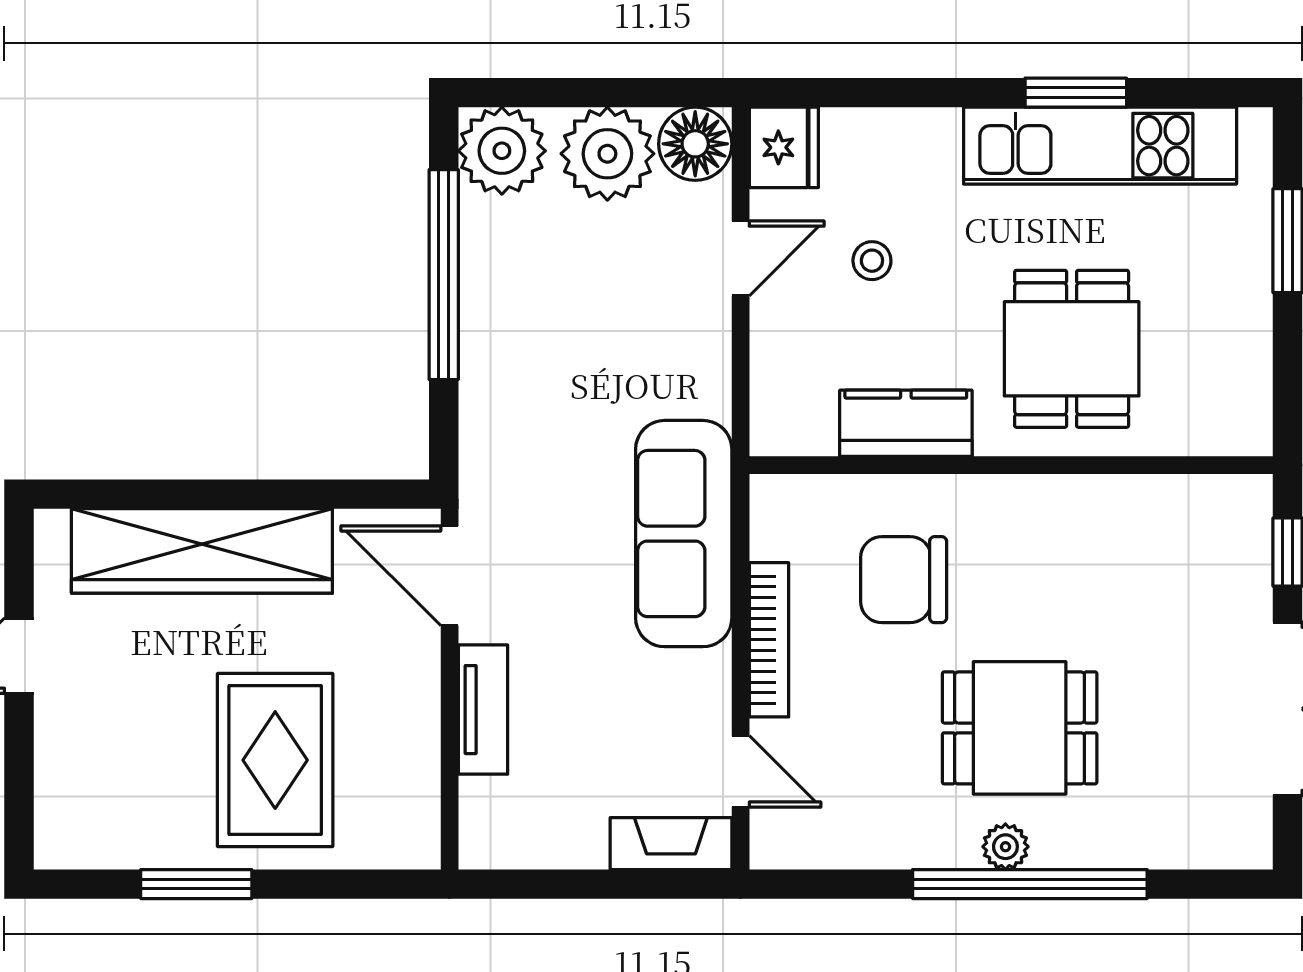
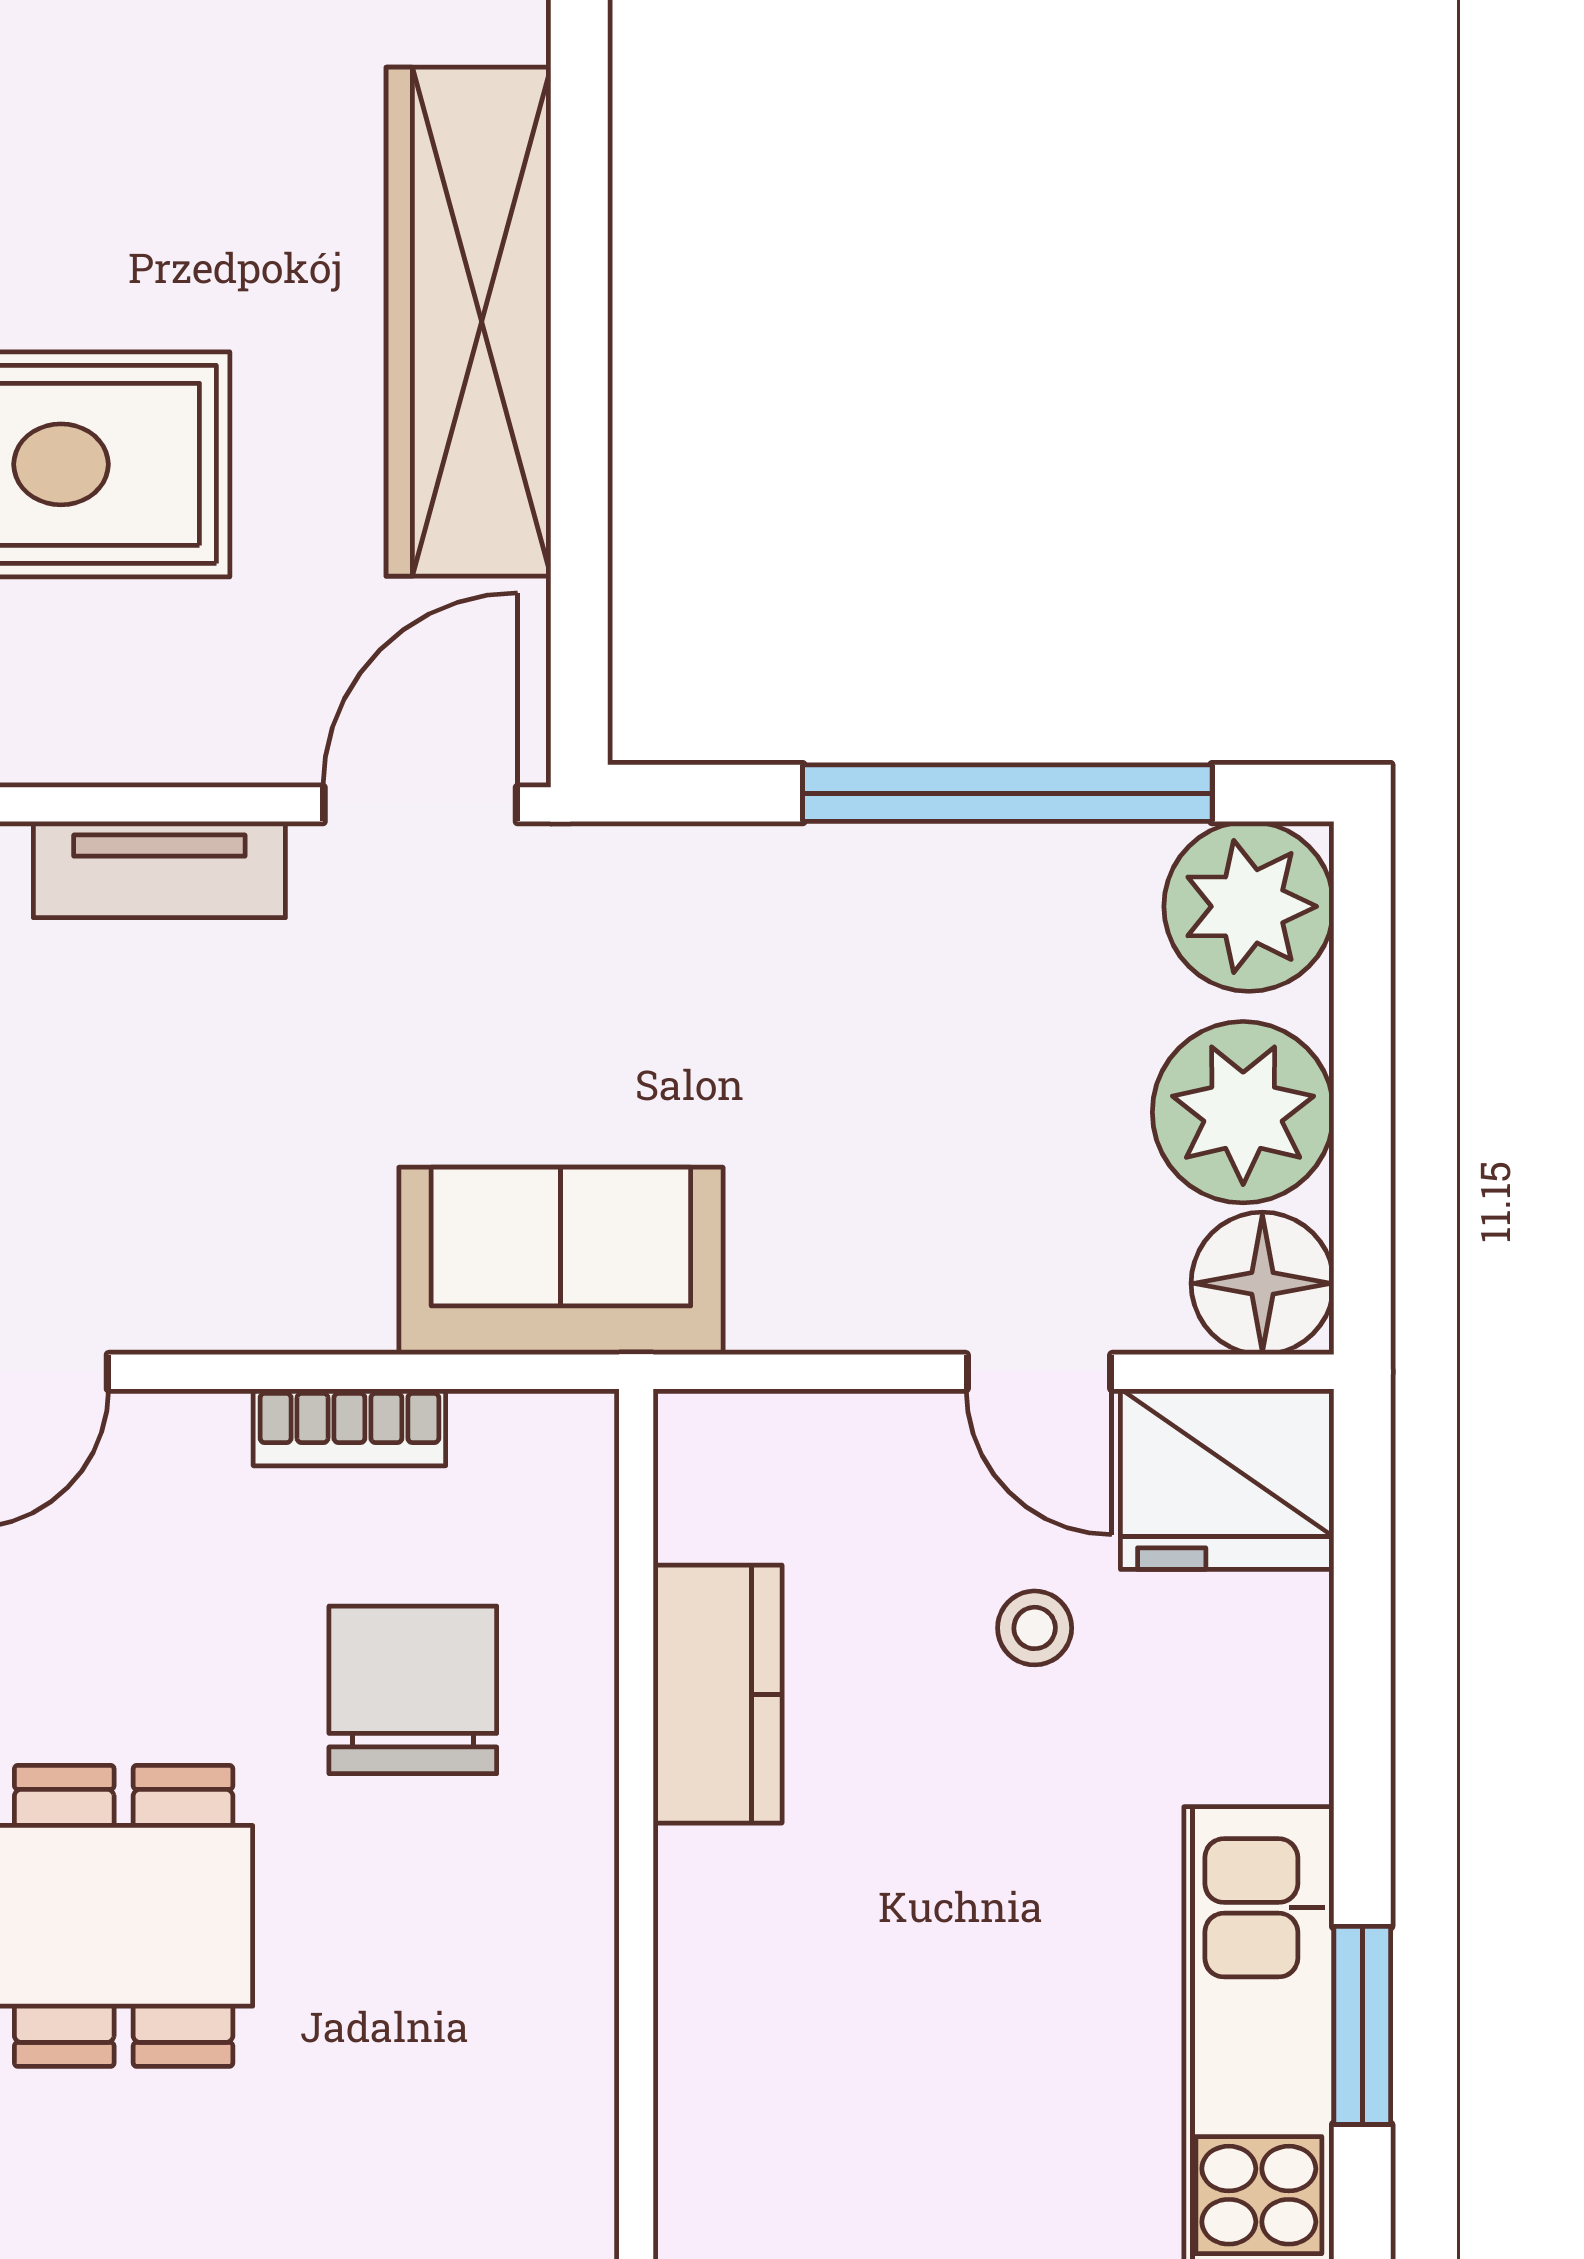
fridge: (784, 147) -> (1227, 1479), width x1.36, depth x1.34
dining table: (1072, 349) -> (863, 2017), removed
sofa: (684, 534) -> (561, 1261), width x0.73
bookcase: (769, 640) -> (349, 1427), width x0.64

